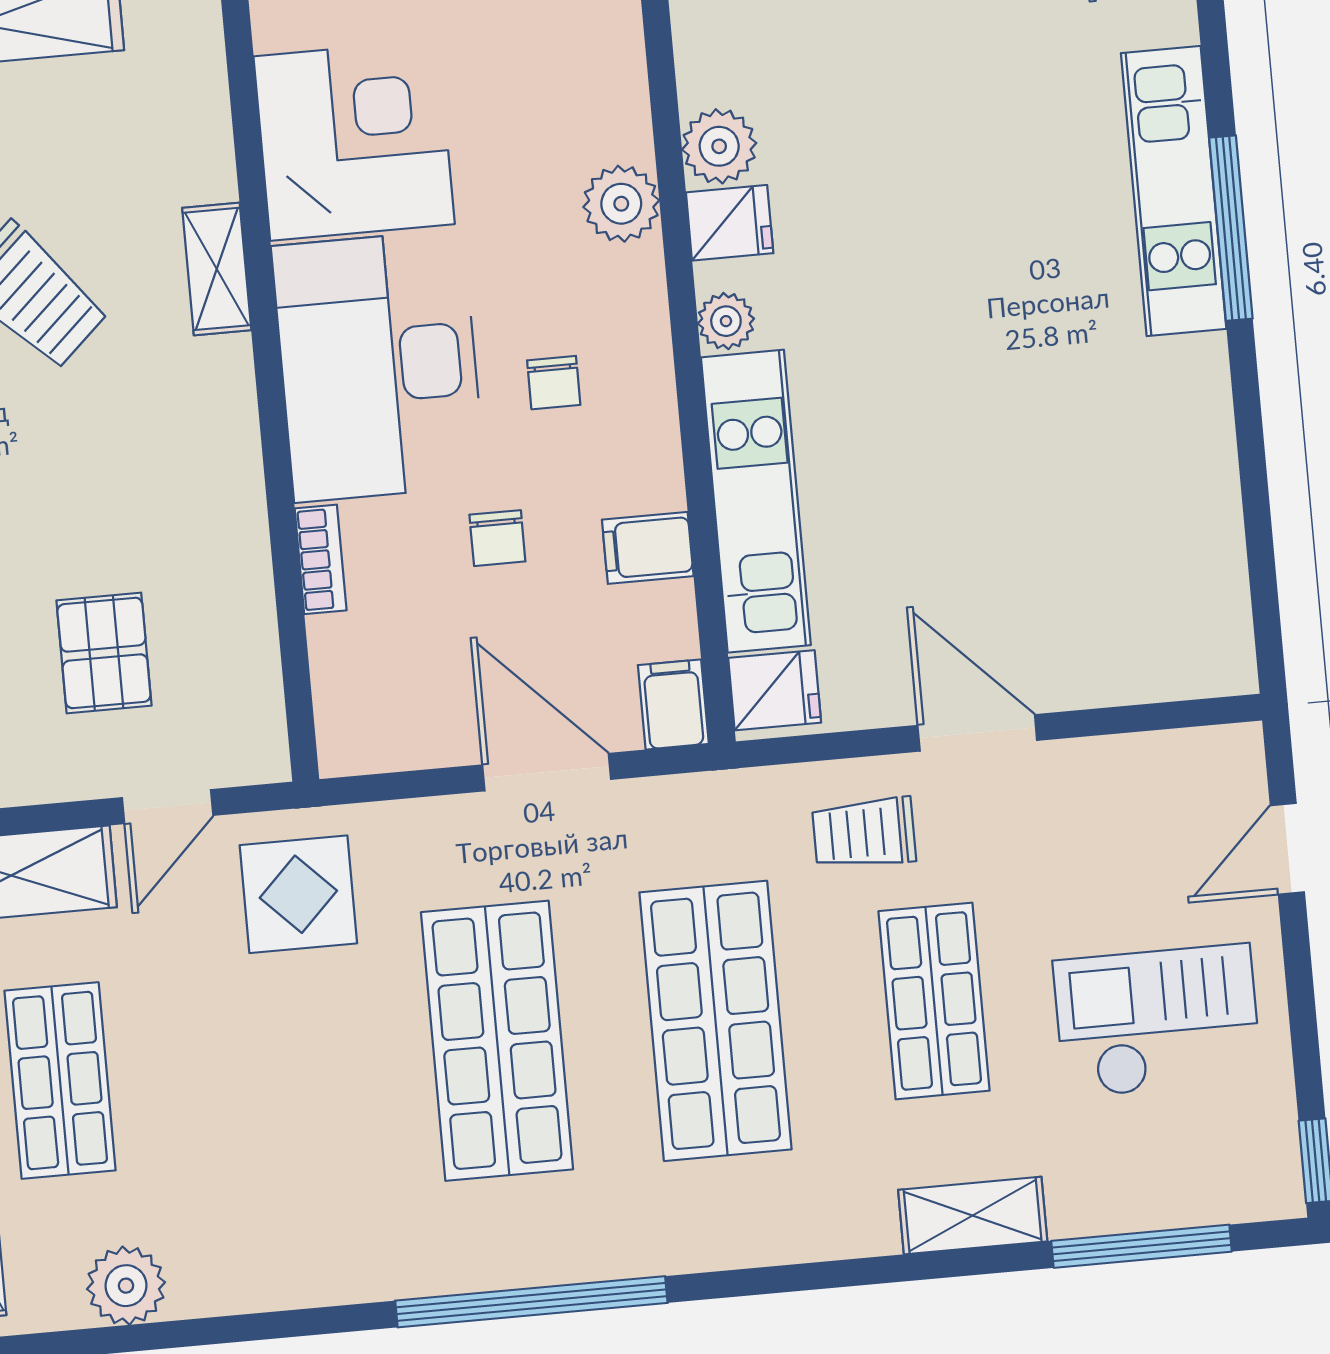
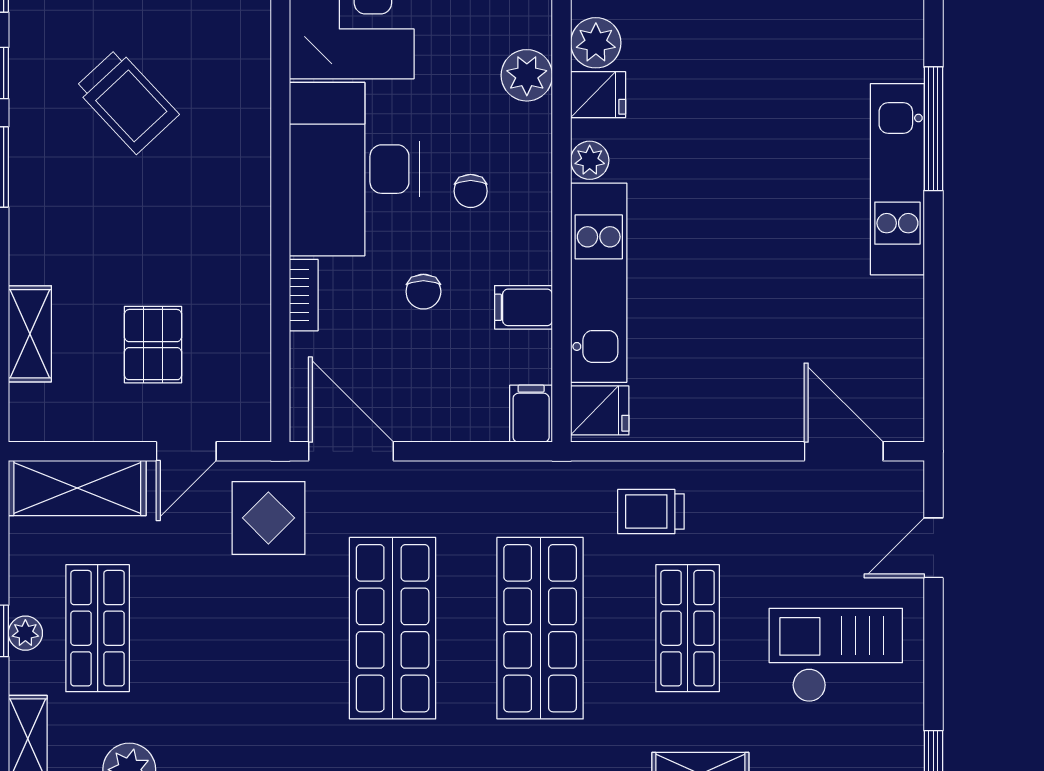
kitchen unit: (1174, 191) -> (897, 179), moved
shelving: (217, 269) -> (252, 94), removed
door: (977, 733) -> (844, 451), moved
door: (547, 772) -> (351, 451), moved

